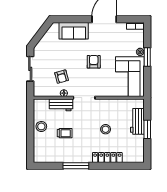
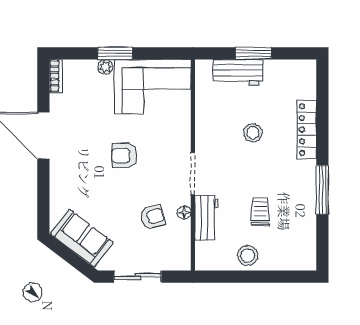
sofa: (74, 31) -> (82, 238), moved, turned -53

